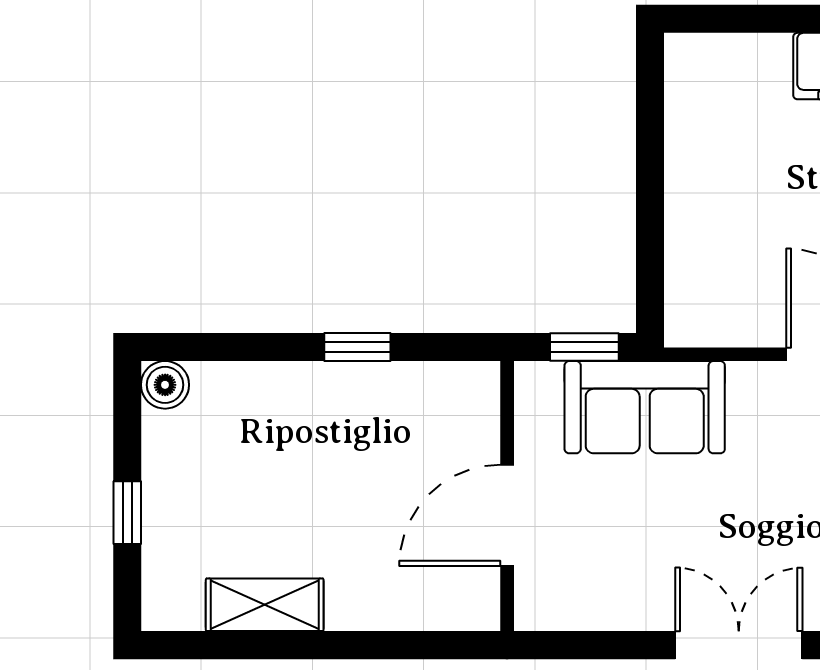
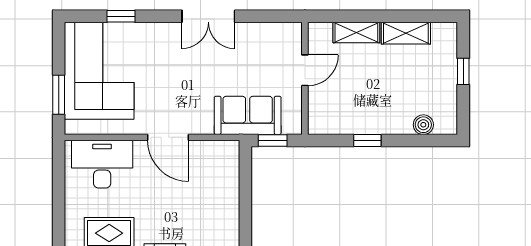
boiler: (165, 385) -> (423, 125), moved
door: (507, 515) -> (305, 70), width x0.73
shelving: (384, 606) -> (356, 33), added

